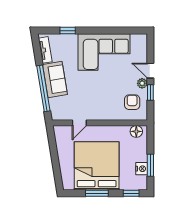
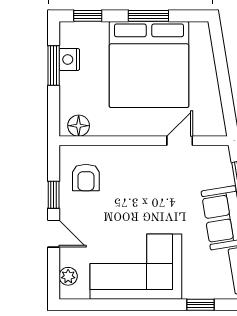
plant: (142, 83) -> (68, 276), moved

